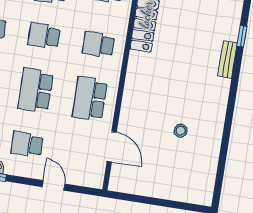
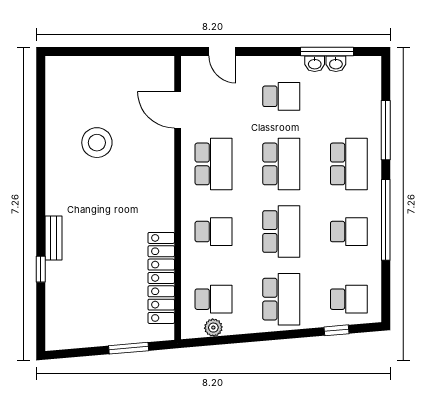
school desk: (44, 36) -> (281, 232), width x1.85
stool: (181, 131) -> (97, 143), width x1.89, depth x1.89
door: (53, 185) -> (222, 52), moved

